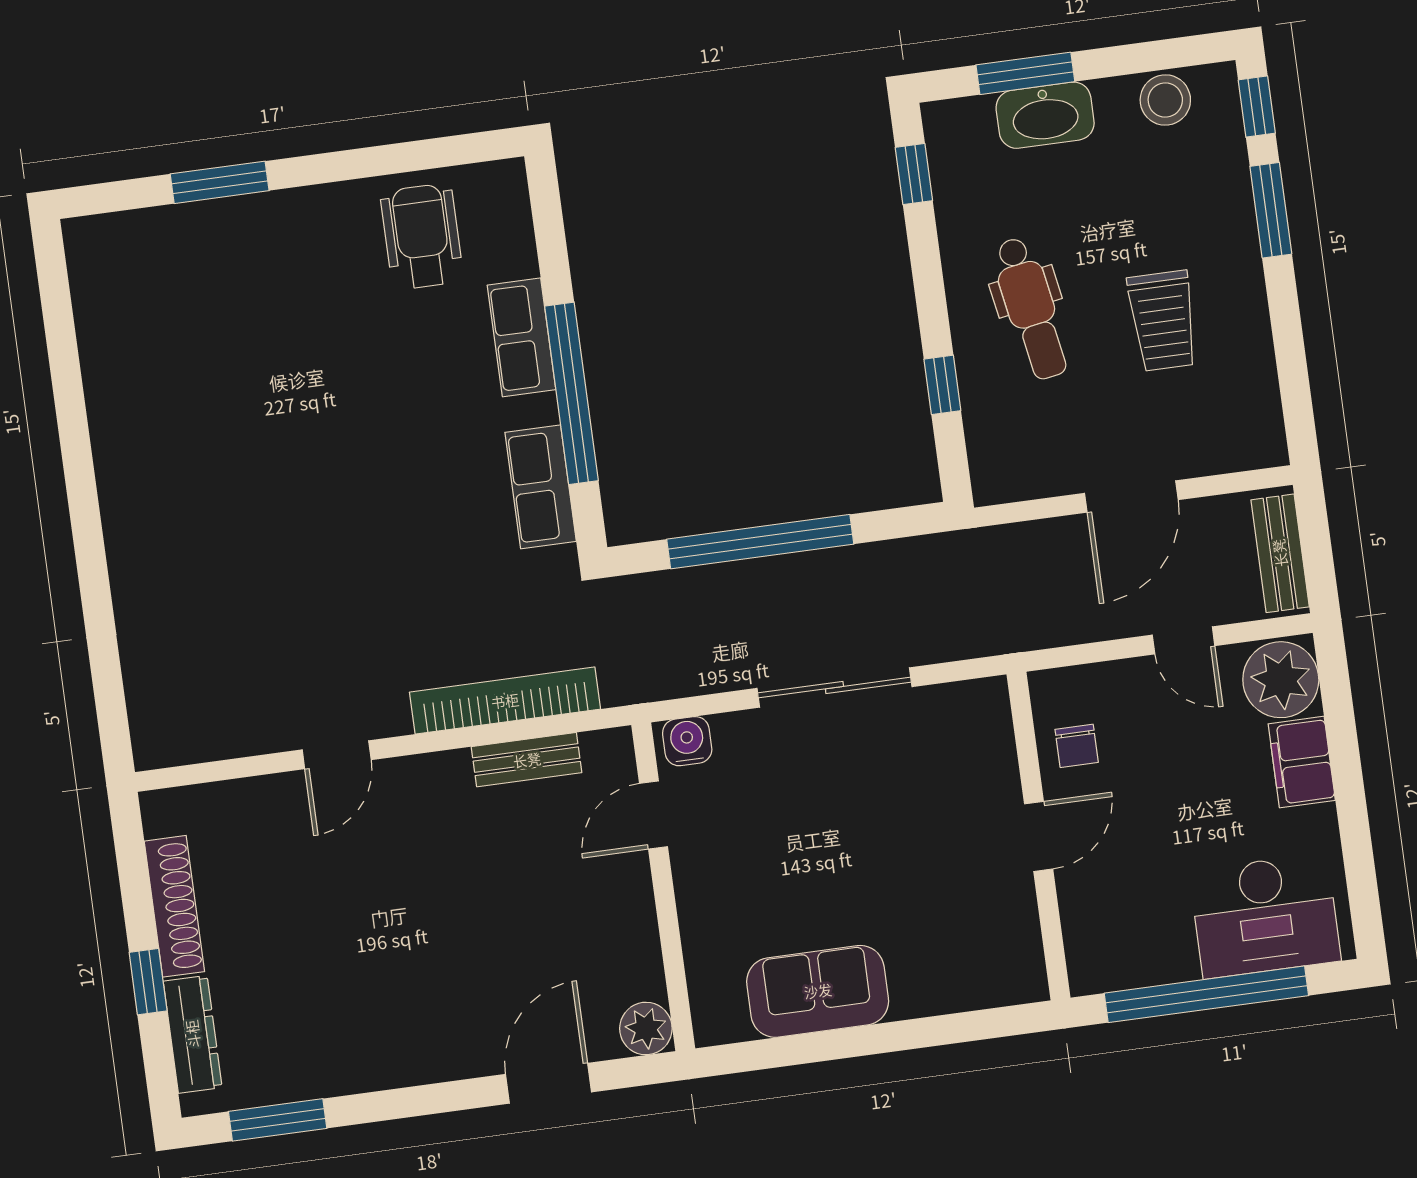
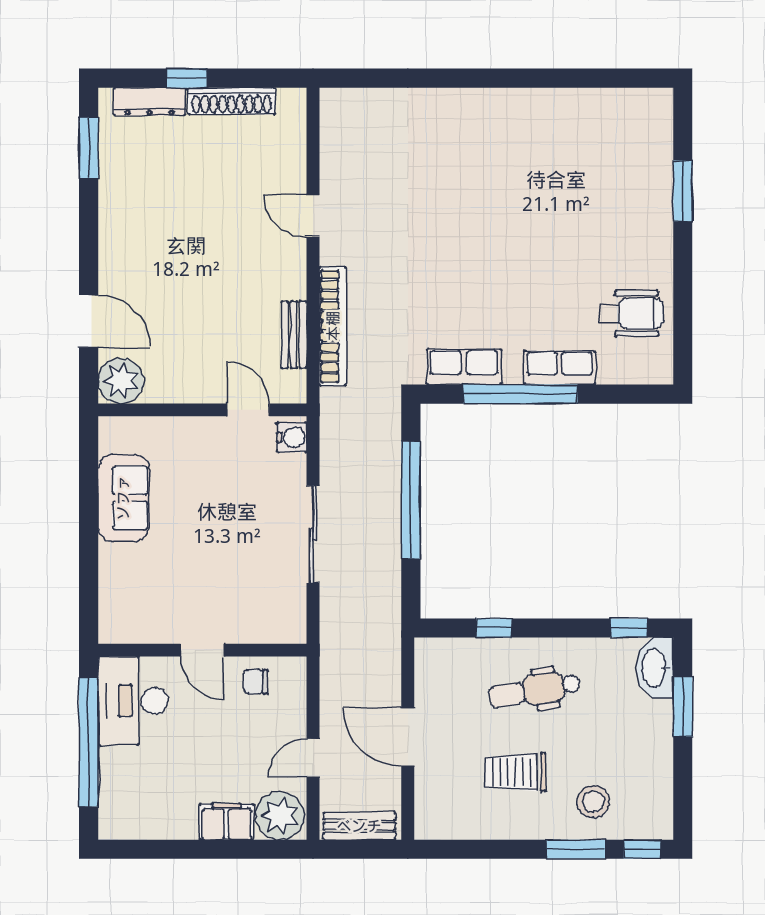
stool: (1165, 100) -> (593, 801), moved
washbasin: (1045, 115) -> (655, 668), moved
desk: (1265, 916) -> (133, 701), moved
plant: (646, 1028) -> (121, 381), width x1.36, depth x1.36

